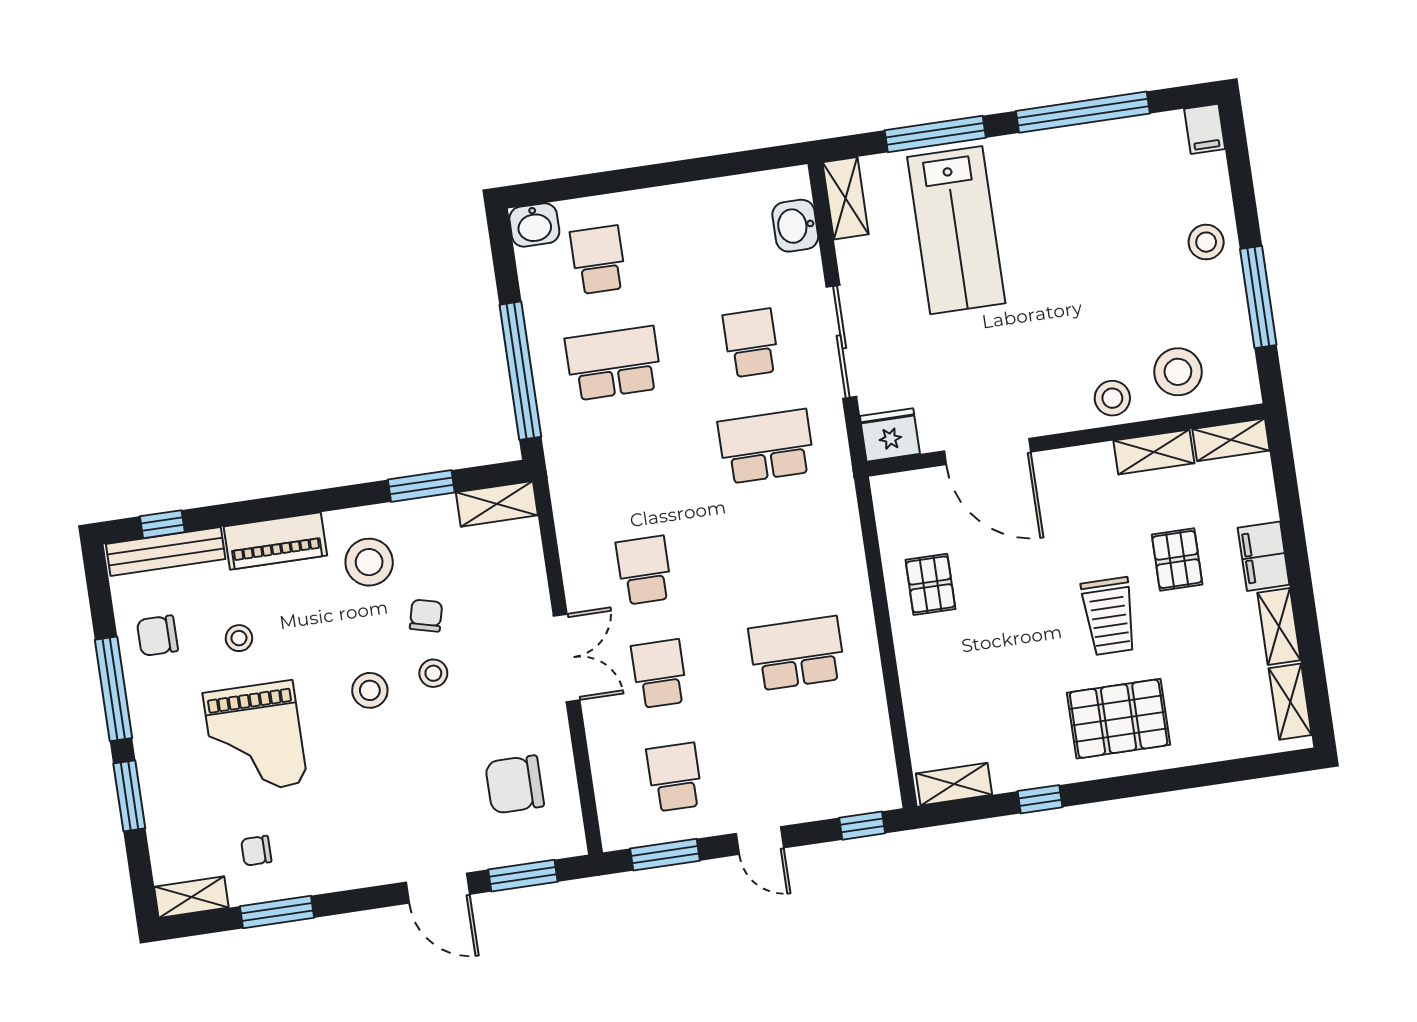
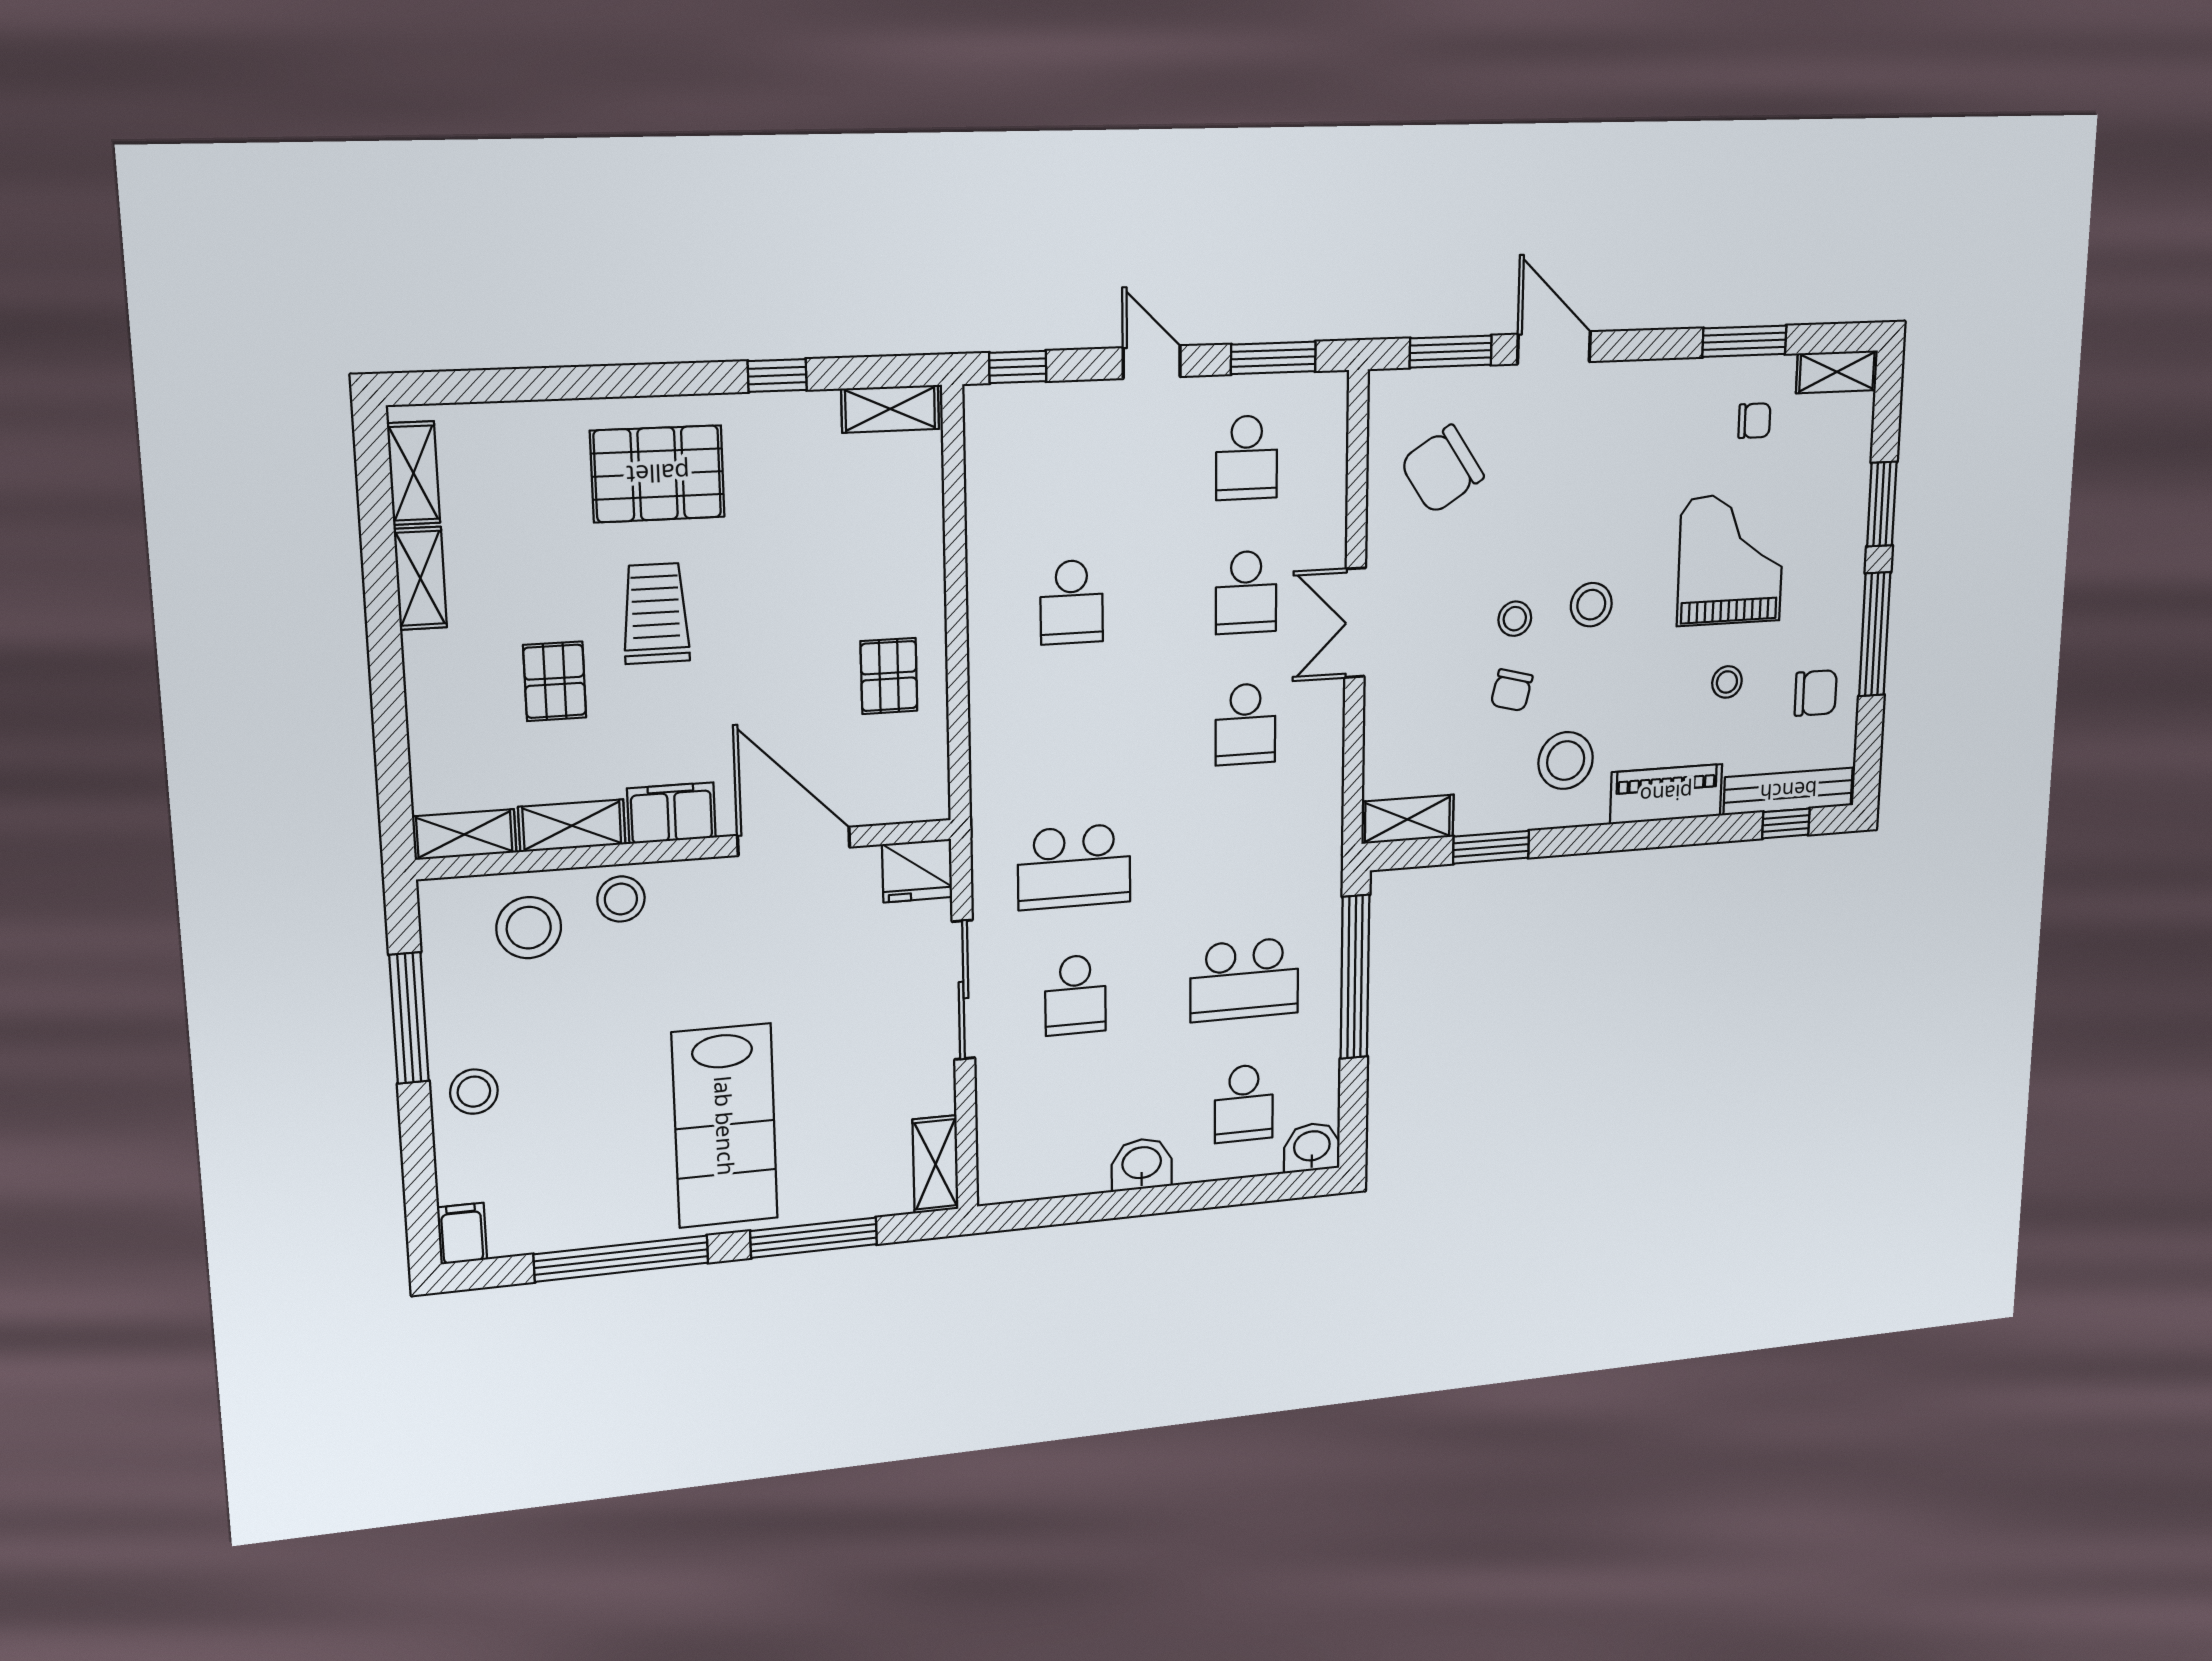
washbasin: (795, 226) -> (1142, 1164), moved, turned -90
lab bench: (956, 230) -> (725, 1126), moved, turned 180
filing cabinet: (1264, 556) -> (671, 813), moved, turned -90
school desk: (797, 653) -> (1072, 602), width x0.54
chair: (515, 784) -> (1442, 470), turned 147

